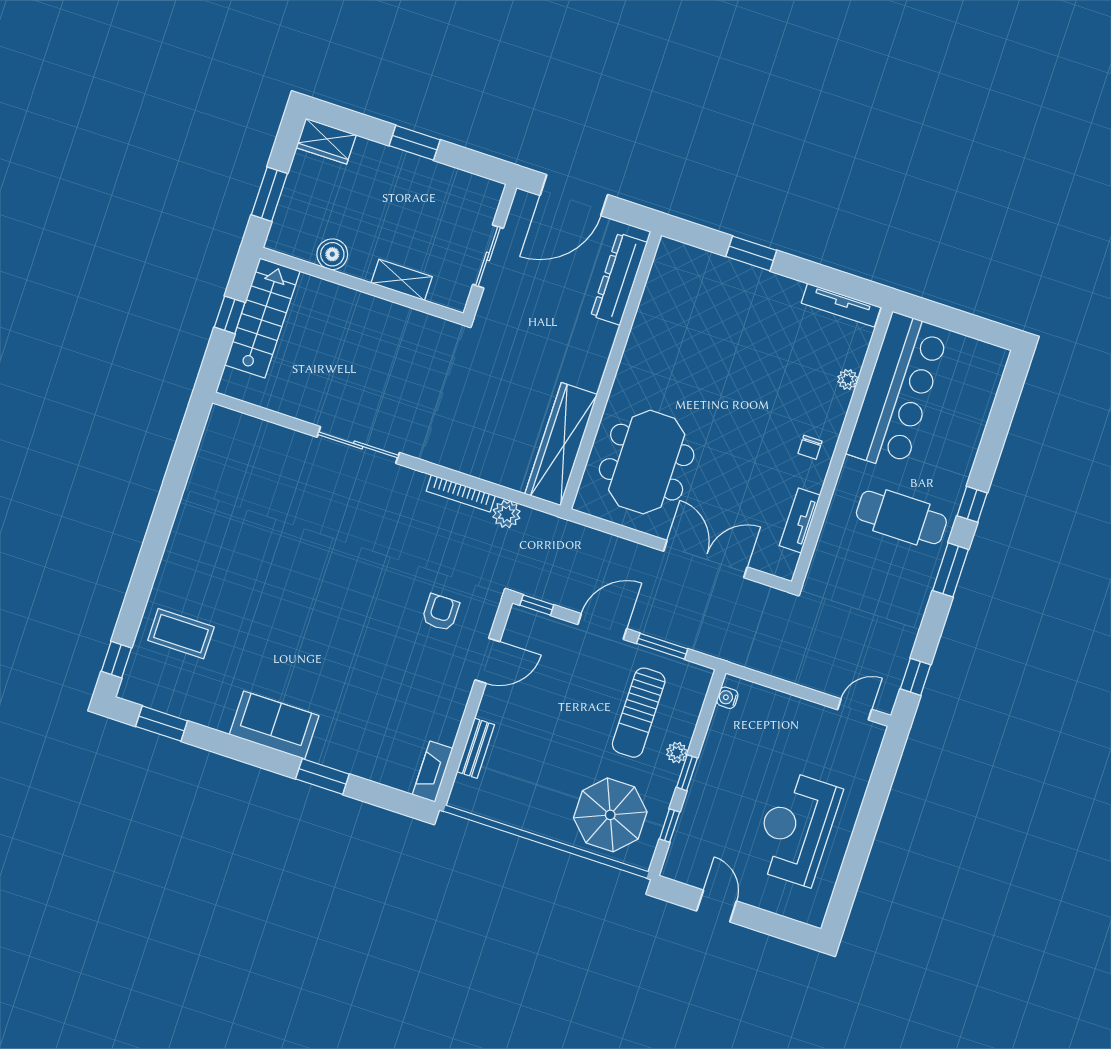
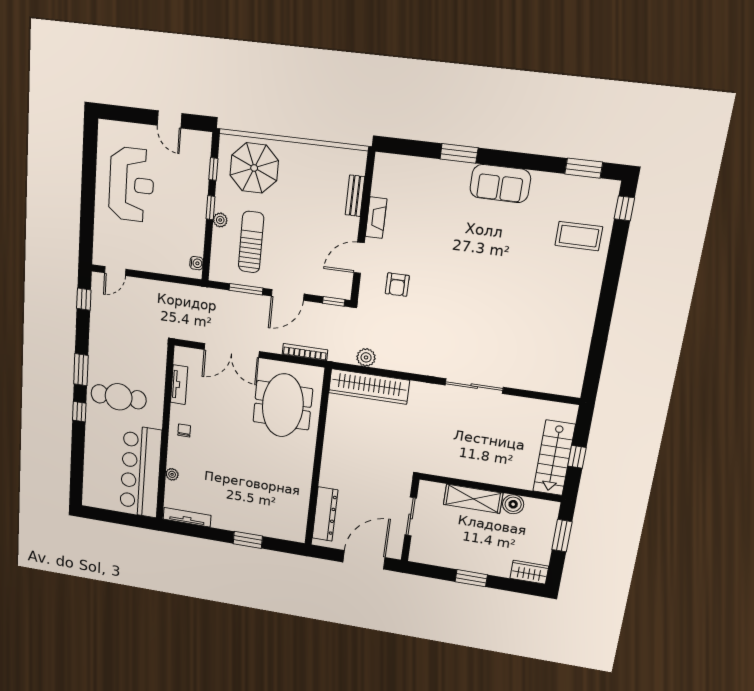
shelving: (402, 280) -> (473, 499), width x1.50, depth x1.33
wardrobe: (561, 444) -> (369, 387), moved, turned 90
bookcase: (461, 493) -> (305, 352), moved
fireplace: (433, 772) -> (376, 218), moved

